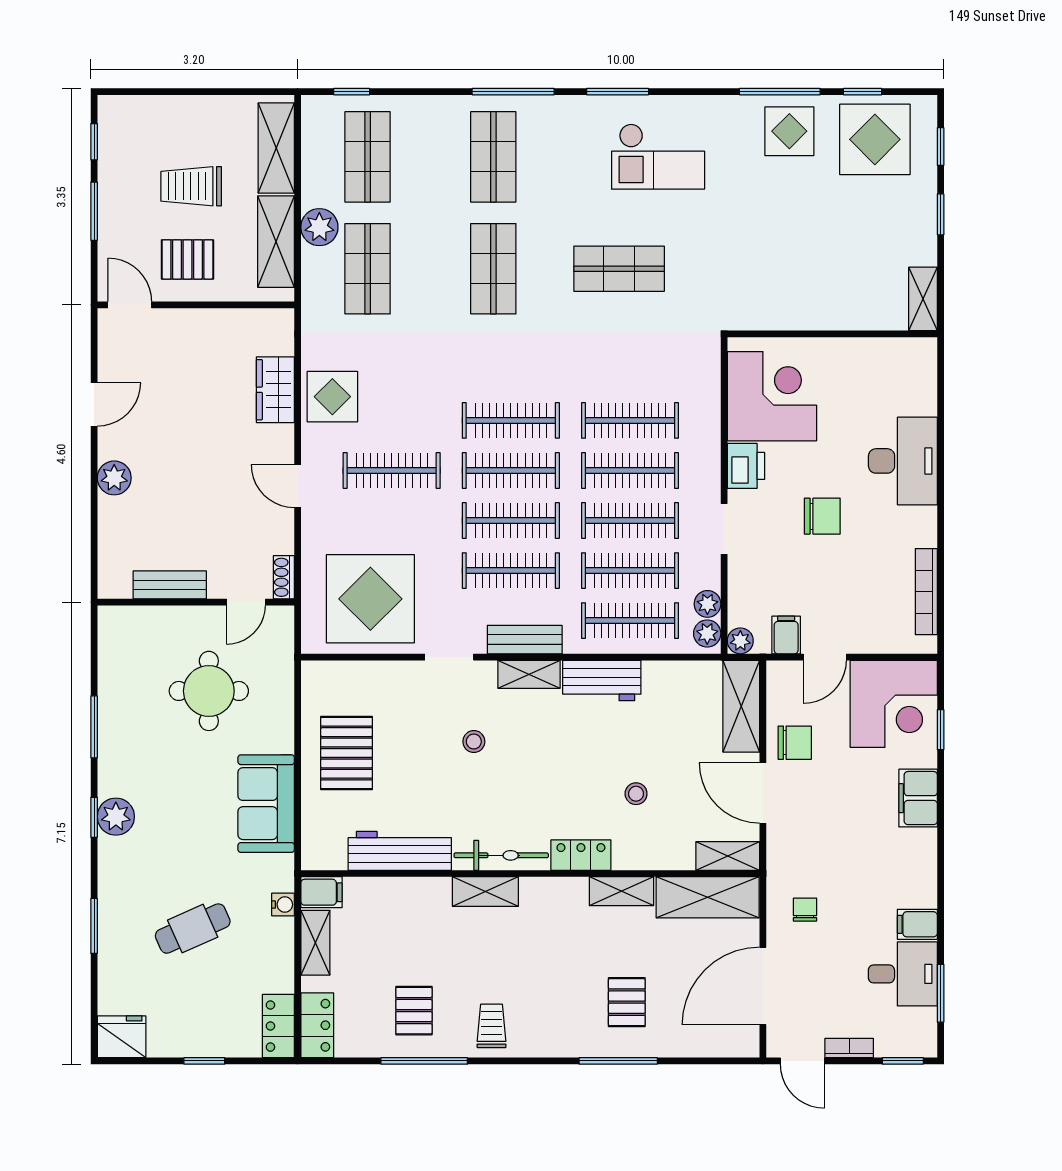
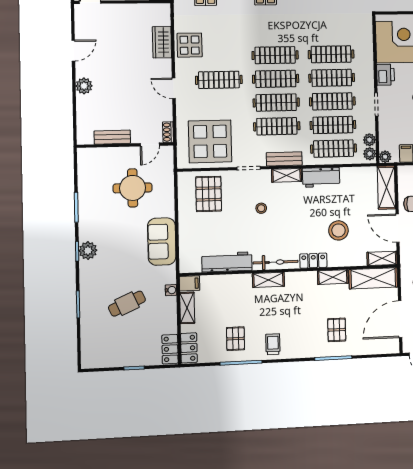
pallet: (347, 753) -> (209, 194), moved
stool: (636, 794) -> (338, 230), width x1.89, depth x1.89
fridge: (122, 1037) -> (93, 358), removed

